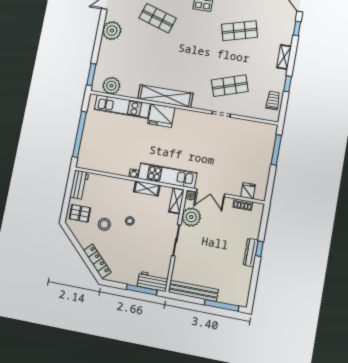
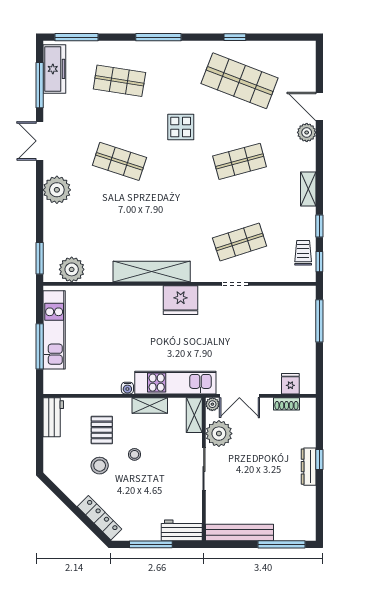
plant: (289, 18) -> (307, 133), added
window: (297, 28) -> (319, 262), moved
kitchen unit: (122, 107) -> (54, 330), moved, turned -90
fridge: (161, 116) -> (181, 300), moved
window: (80, 134) -> (40, 346), width x0.68
pallet: (80, 213) -> (102, 430), moved, turned 90
window: (142, 290) -> (151, 544), moved

